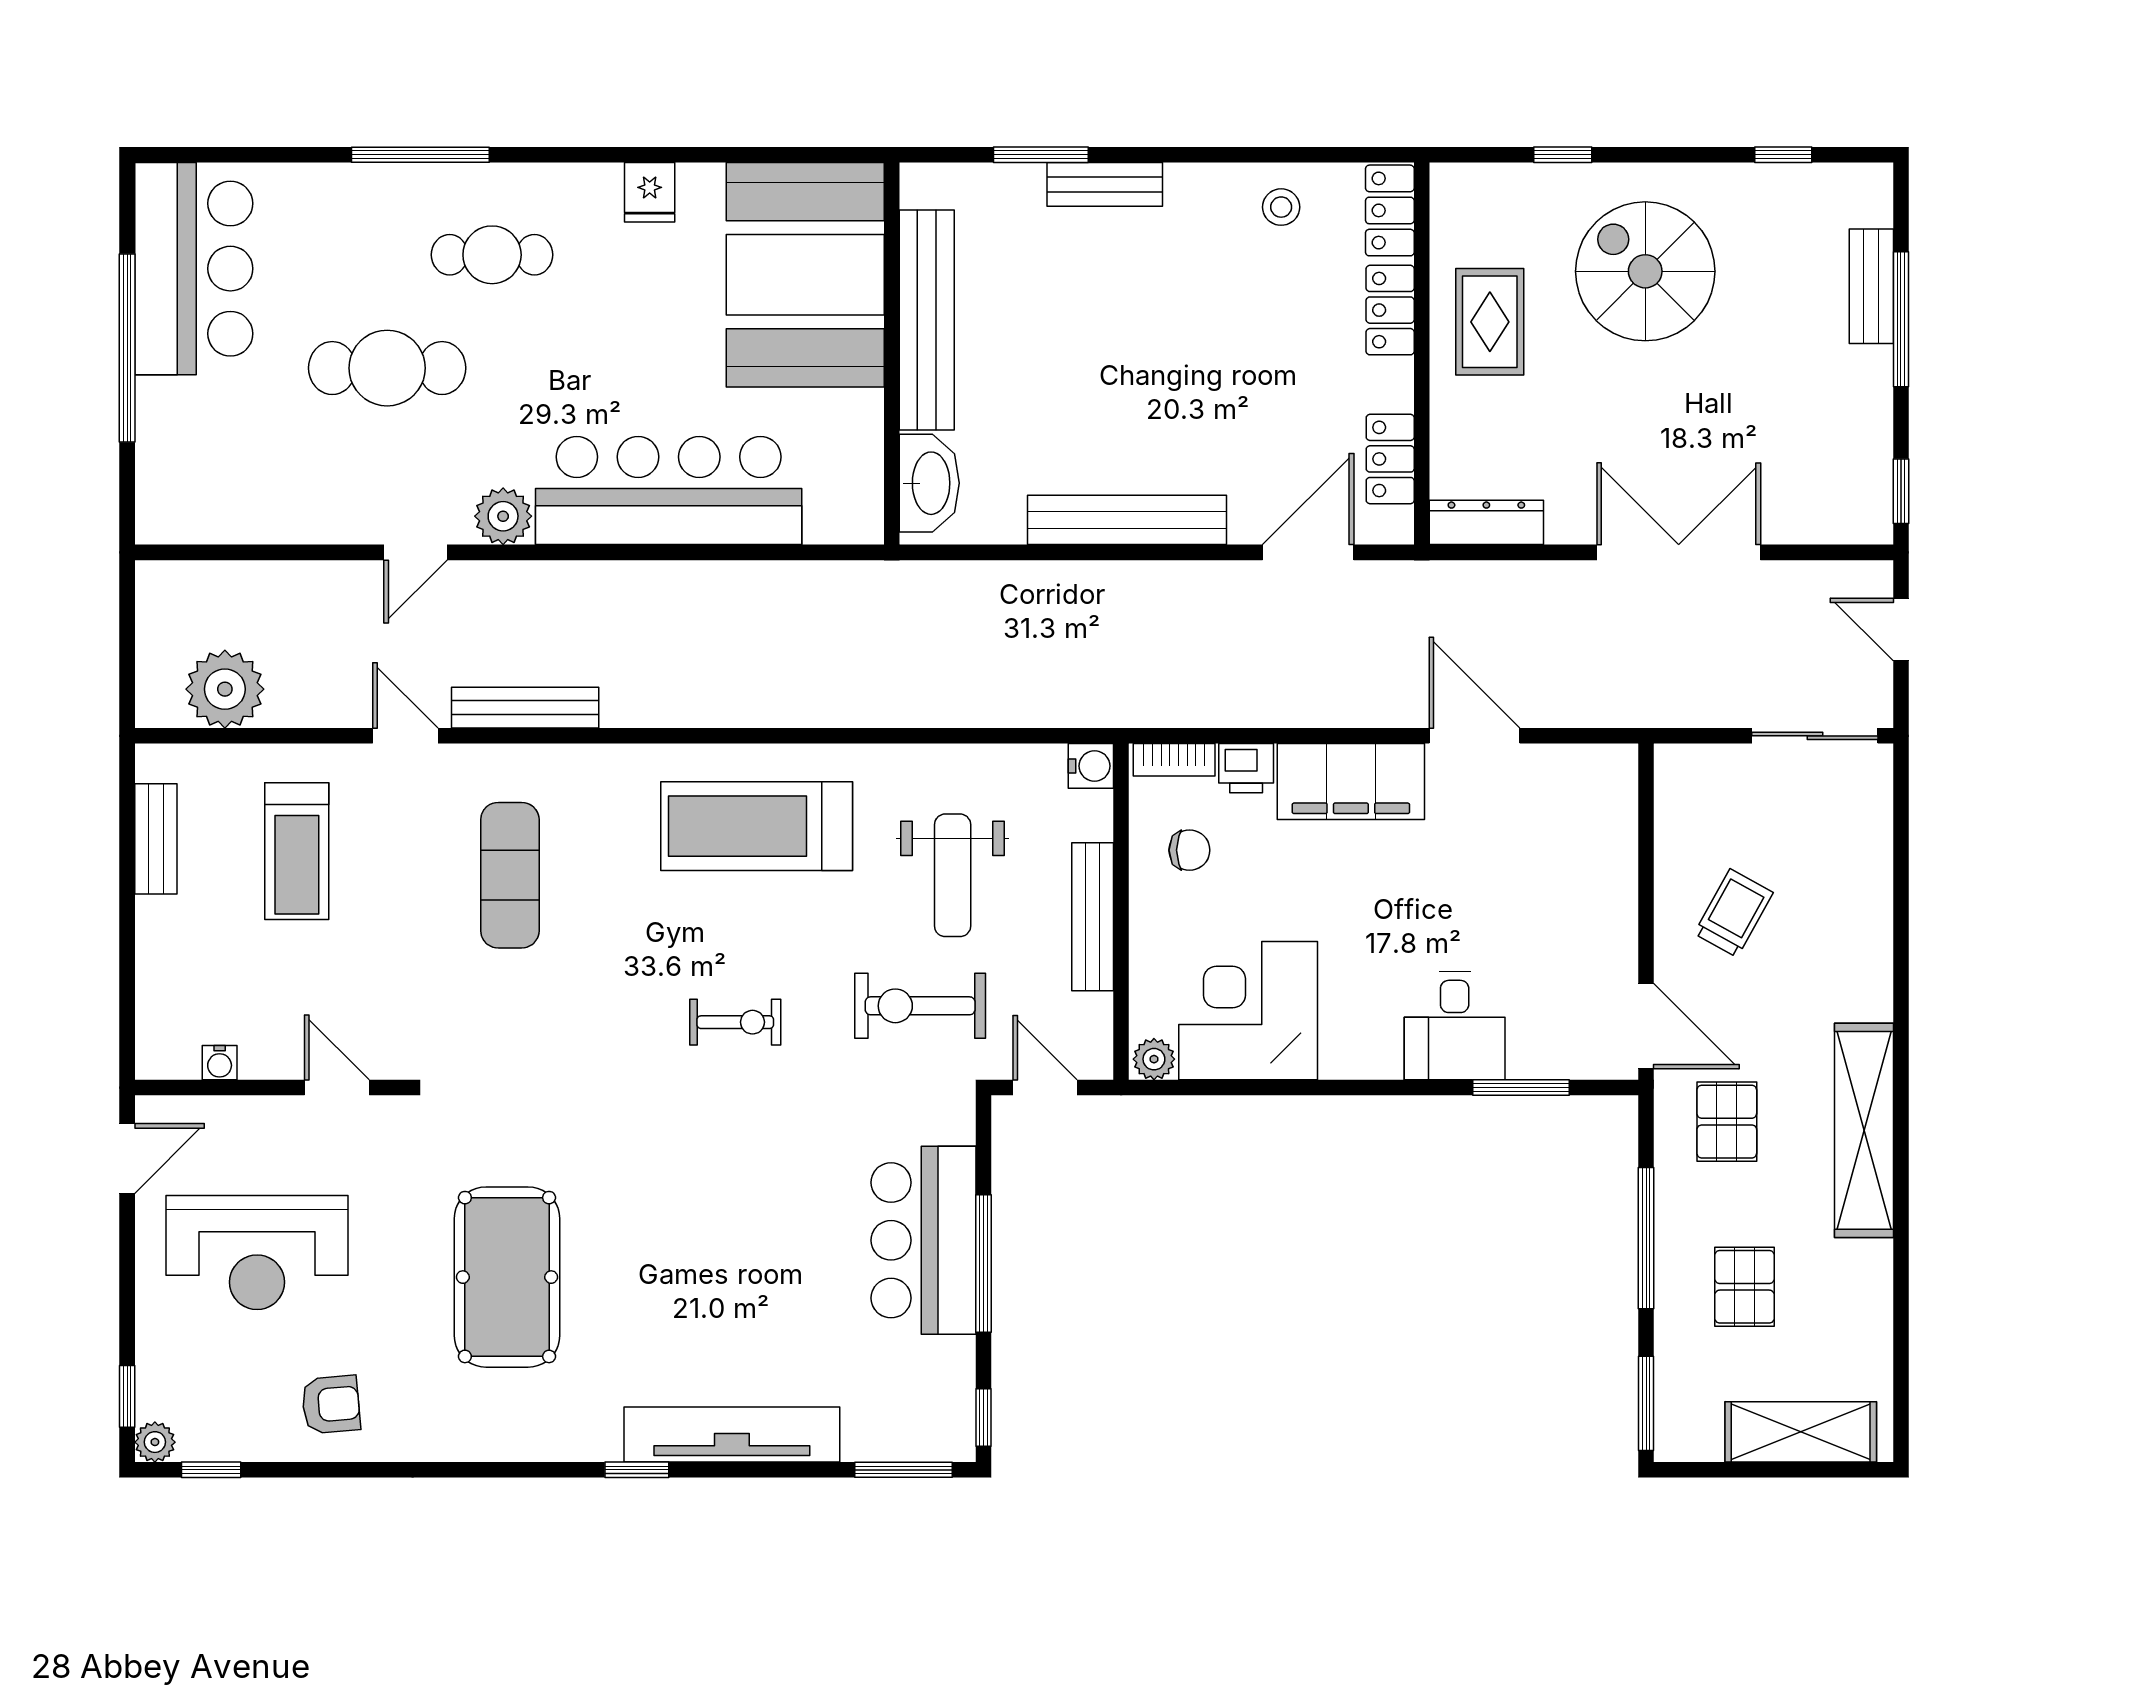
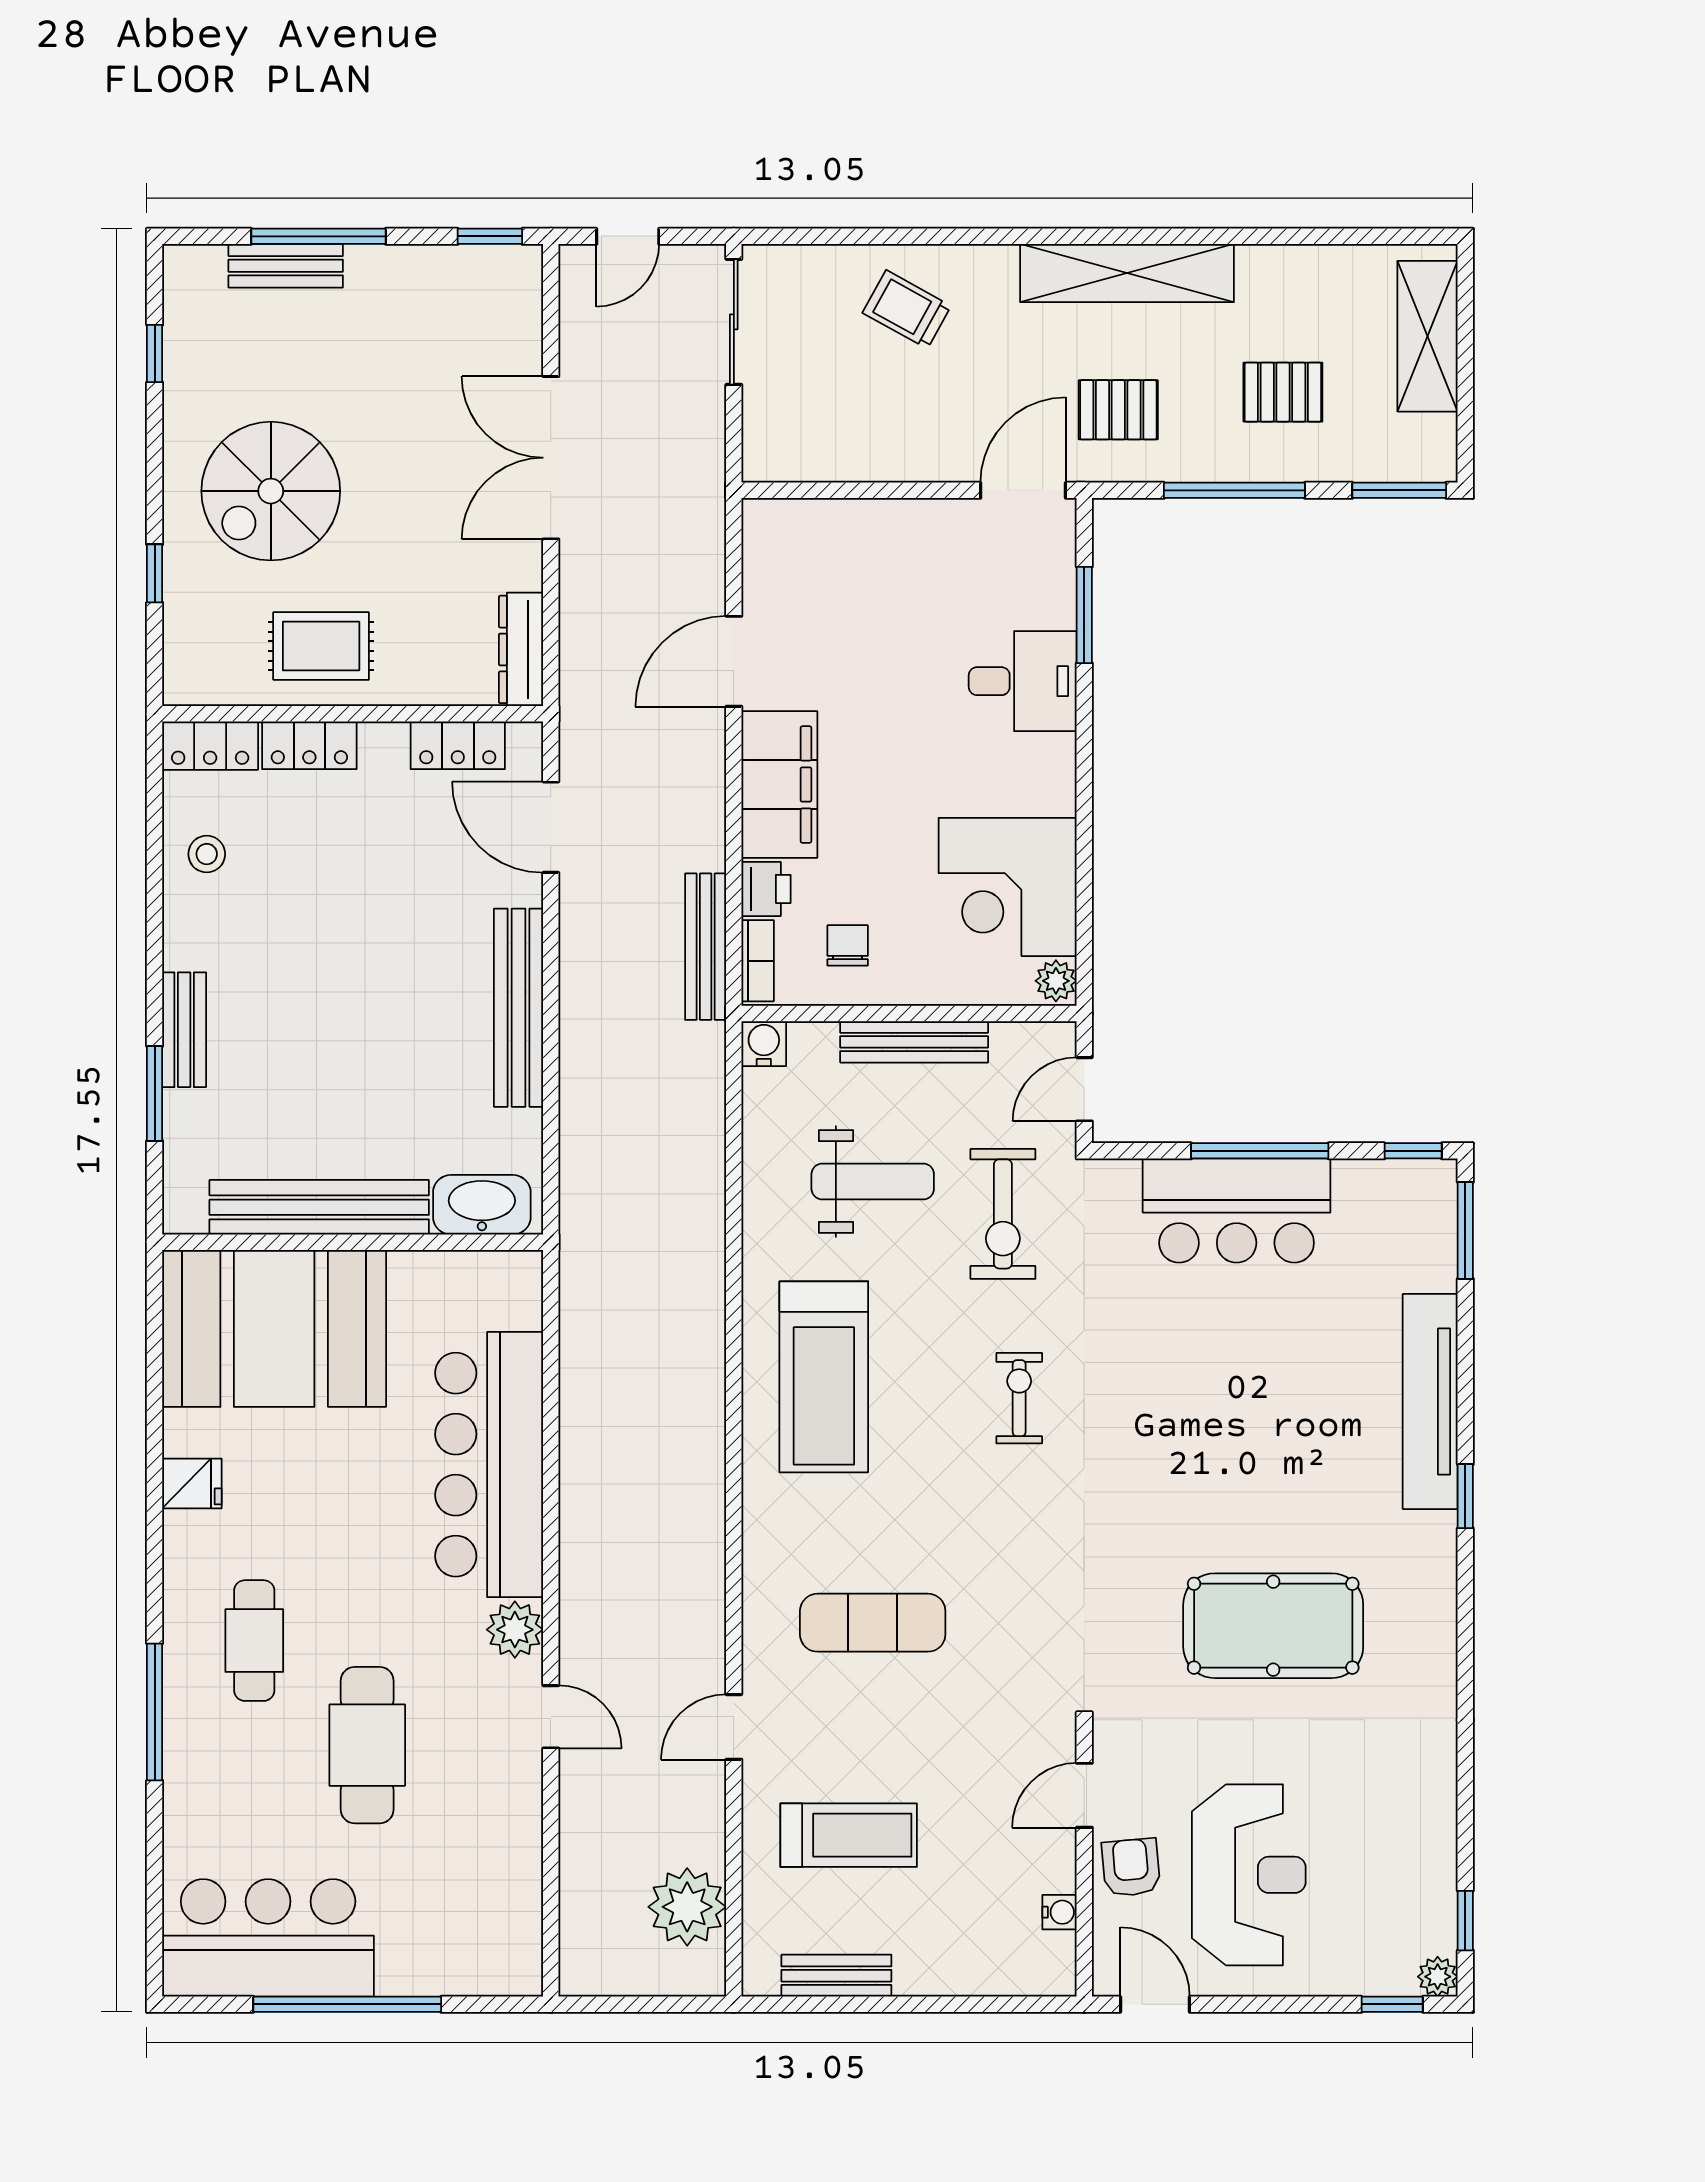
bench: (525, 708) -> (706, 947), moved
trolley: (1734, 913) -> (907, 309), moved
armchair: (331, 1405) -> (1131, 1867), moved

